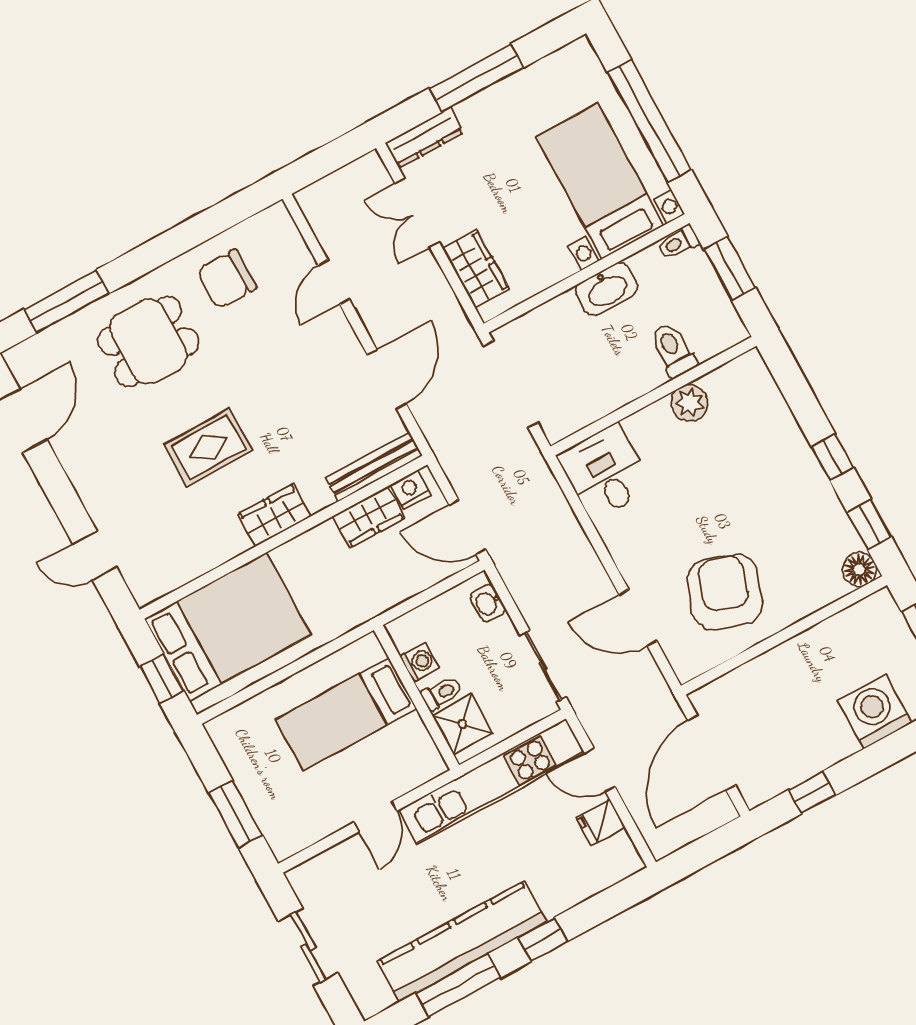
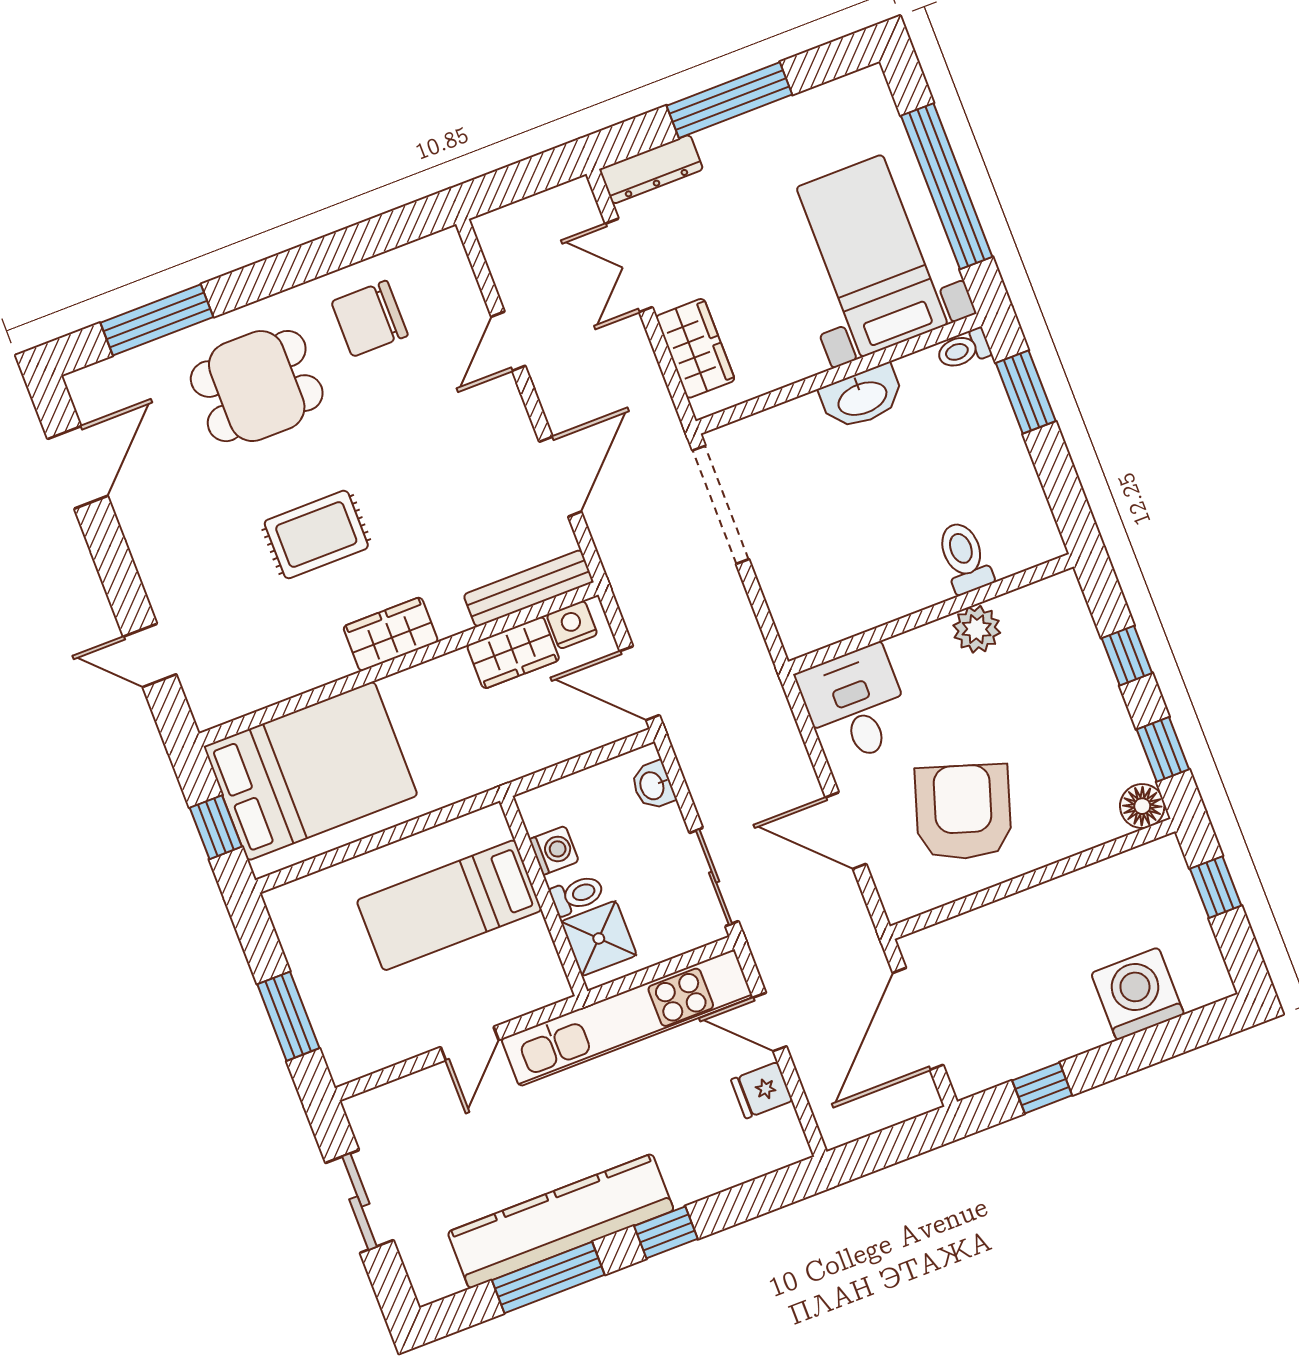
toilet: (673, 350) -> (964, 557), moved
wall: (653, 396) -> (931, 614), moved
plant: (689, 403) -> (977, 629), moved
desk: (605, 472) -> (855, 705), moved

